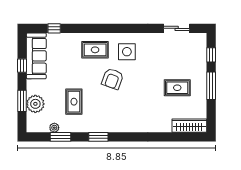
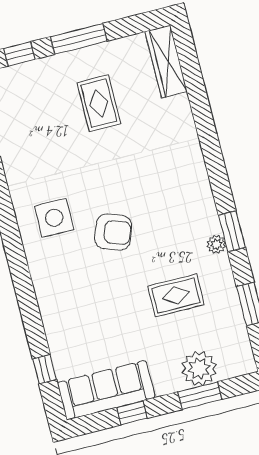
rug: (95, 50) -> (66, 280), removed
plant: (54, 128) -> (216, 244), moved

